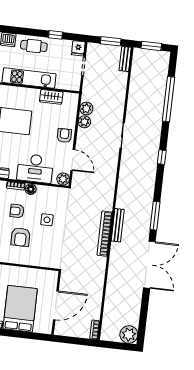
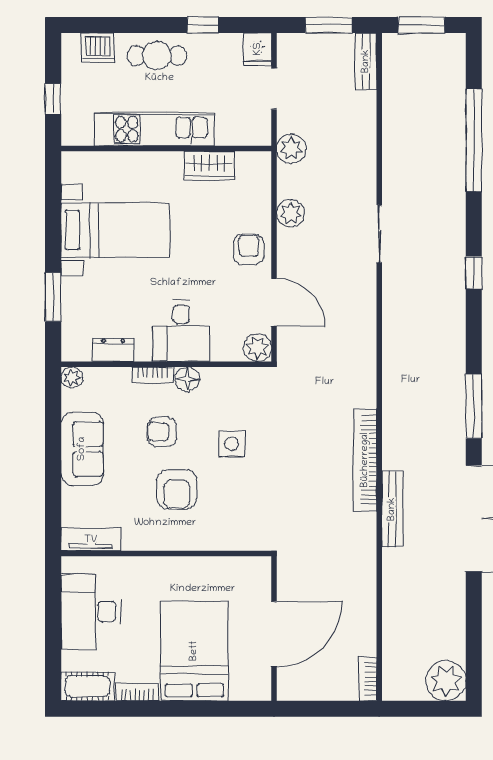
plant: (86, 108) -> (291, 149), moved
desk: (35, 168) -> (181, 331), width x0.73
bench: (118, 225) -> (392, 509), moved

